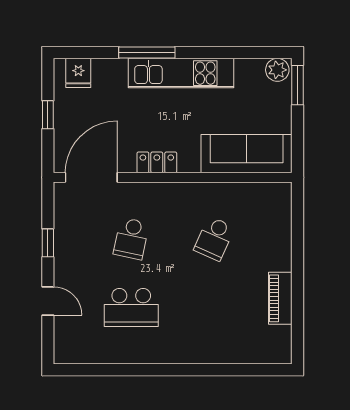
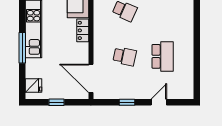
locker: (157, 162) -> (83, 30), moved

